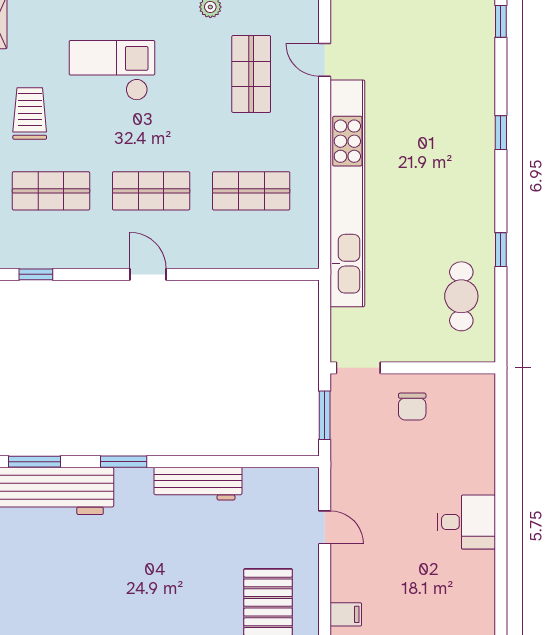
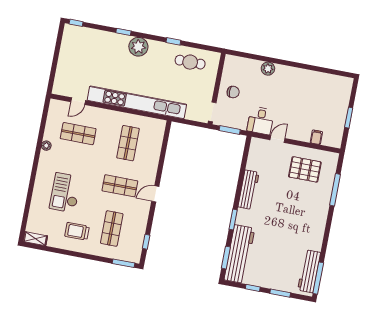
plant: (474, 173) -> (138, 47), added
shop shelf: (151, 191) -> (120, 186), turned 90
plant: (480, 475) -> (268, 69), added
desk: (466, 522) -> (261, 121), moved, turned 180

